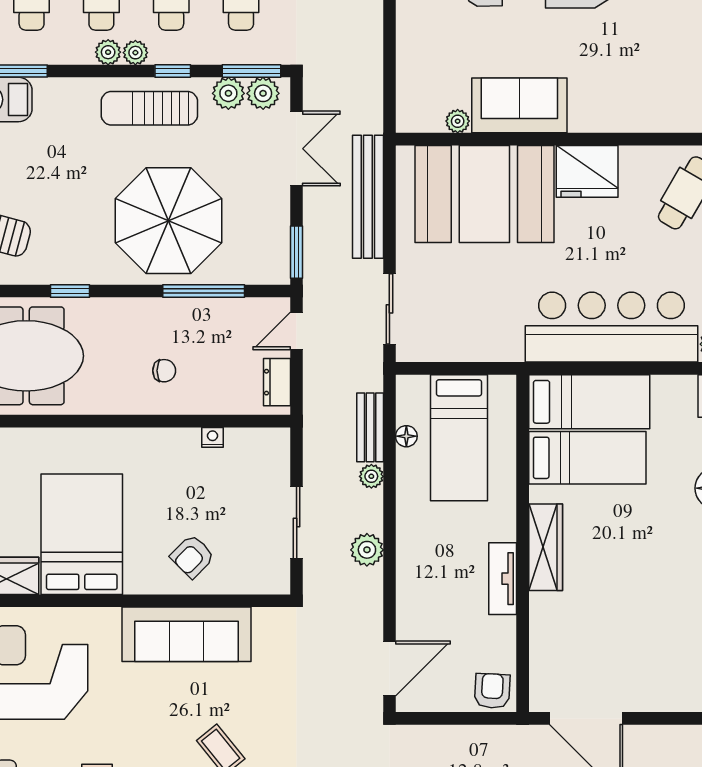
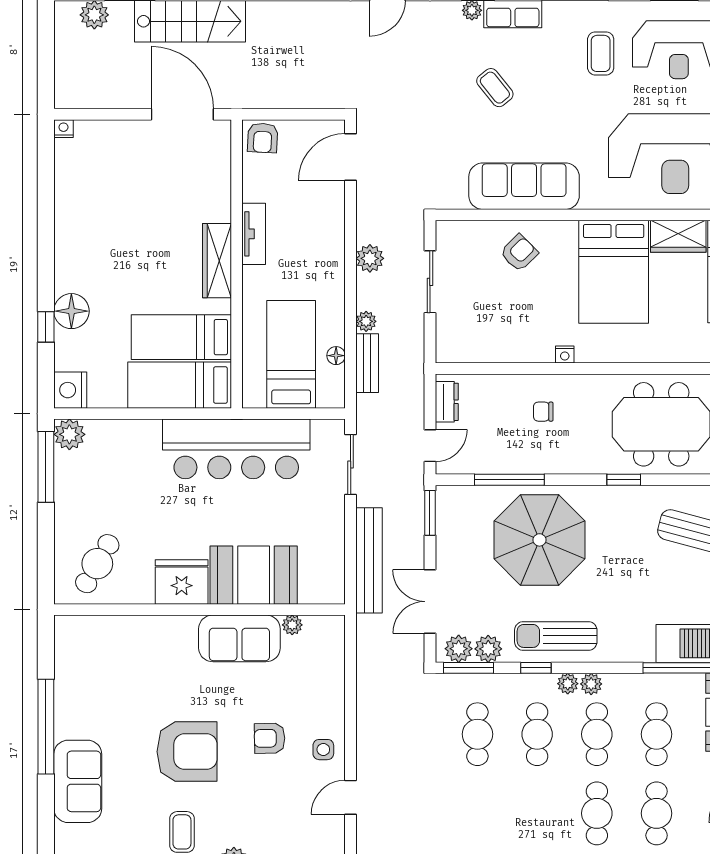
sun lounger: (149, 108) -> (556, 636), turned 180
booth: (484, 194) -> (254, 575), width x0.73, depth x0.70
bar counter: (611, 327) -> (236, 449), moved
nightstand: (213, 437) -> (565, 355), moved

